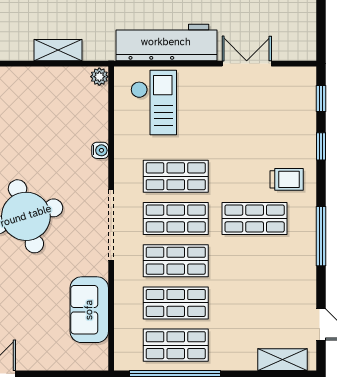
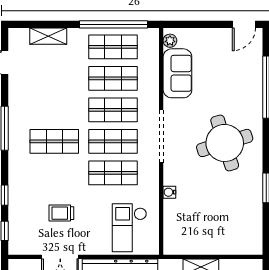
plant: (99, 77) -> (170, 41), moved
trolley: (287, 179) -> (61, 213), moved
shelving: (283, 360) -> (48, 36), moved

